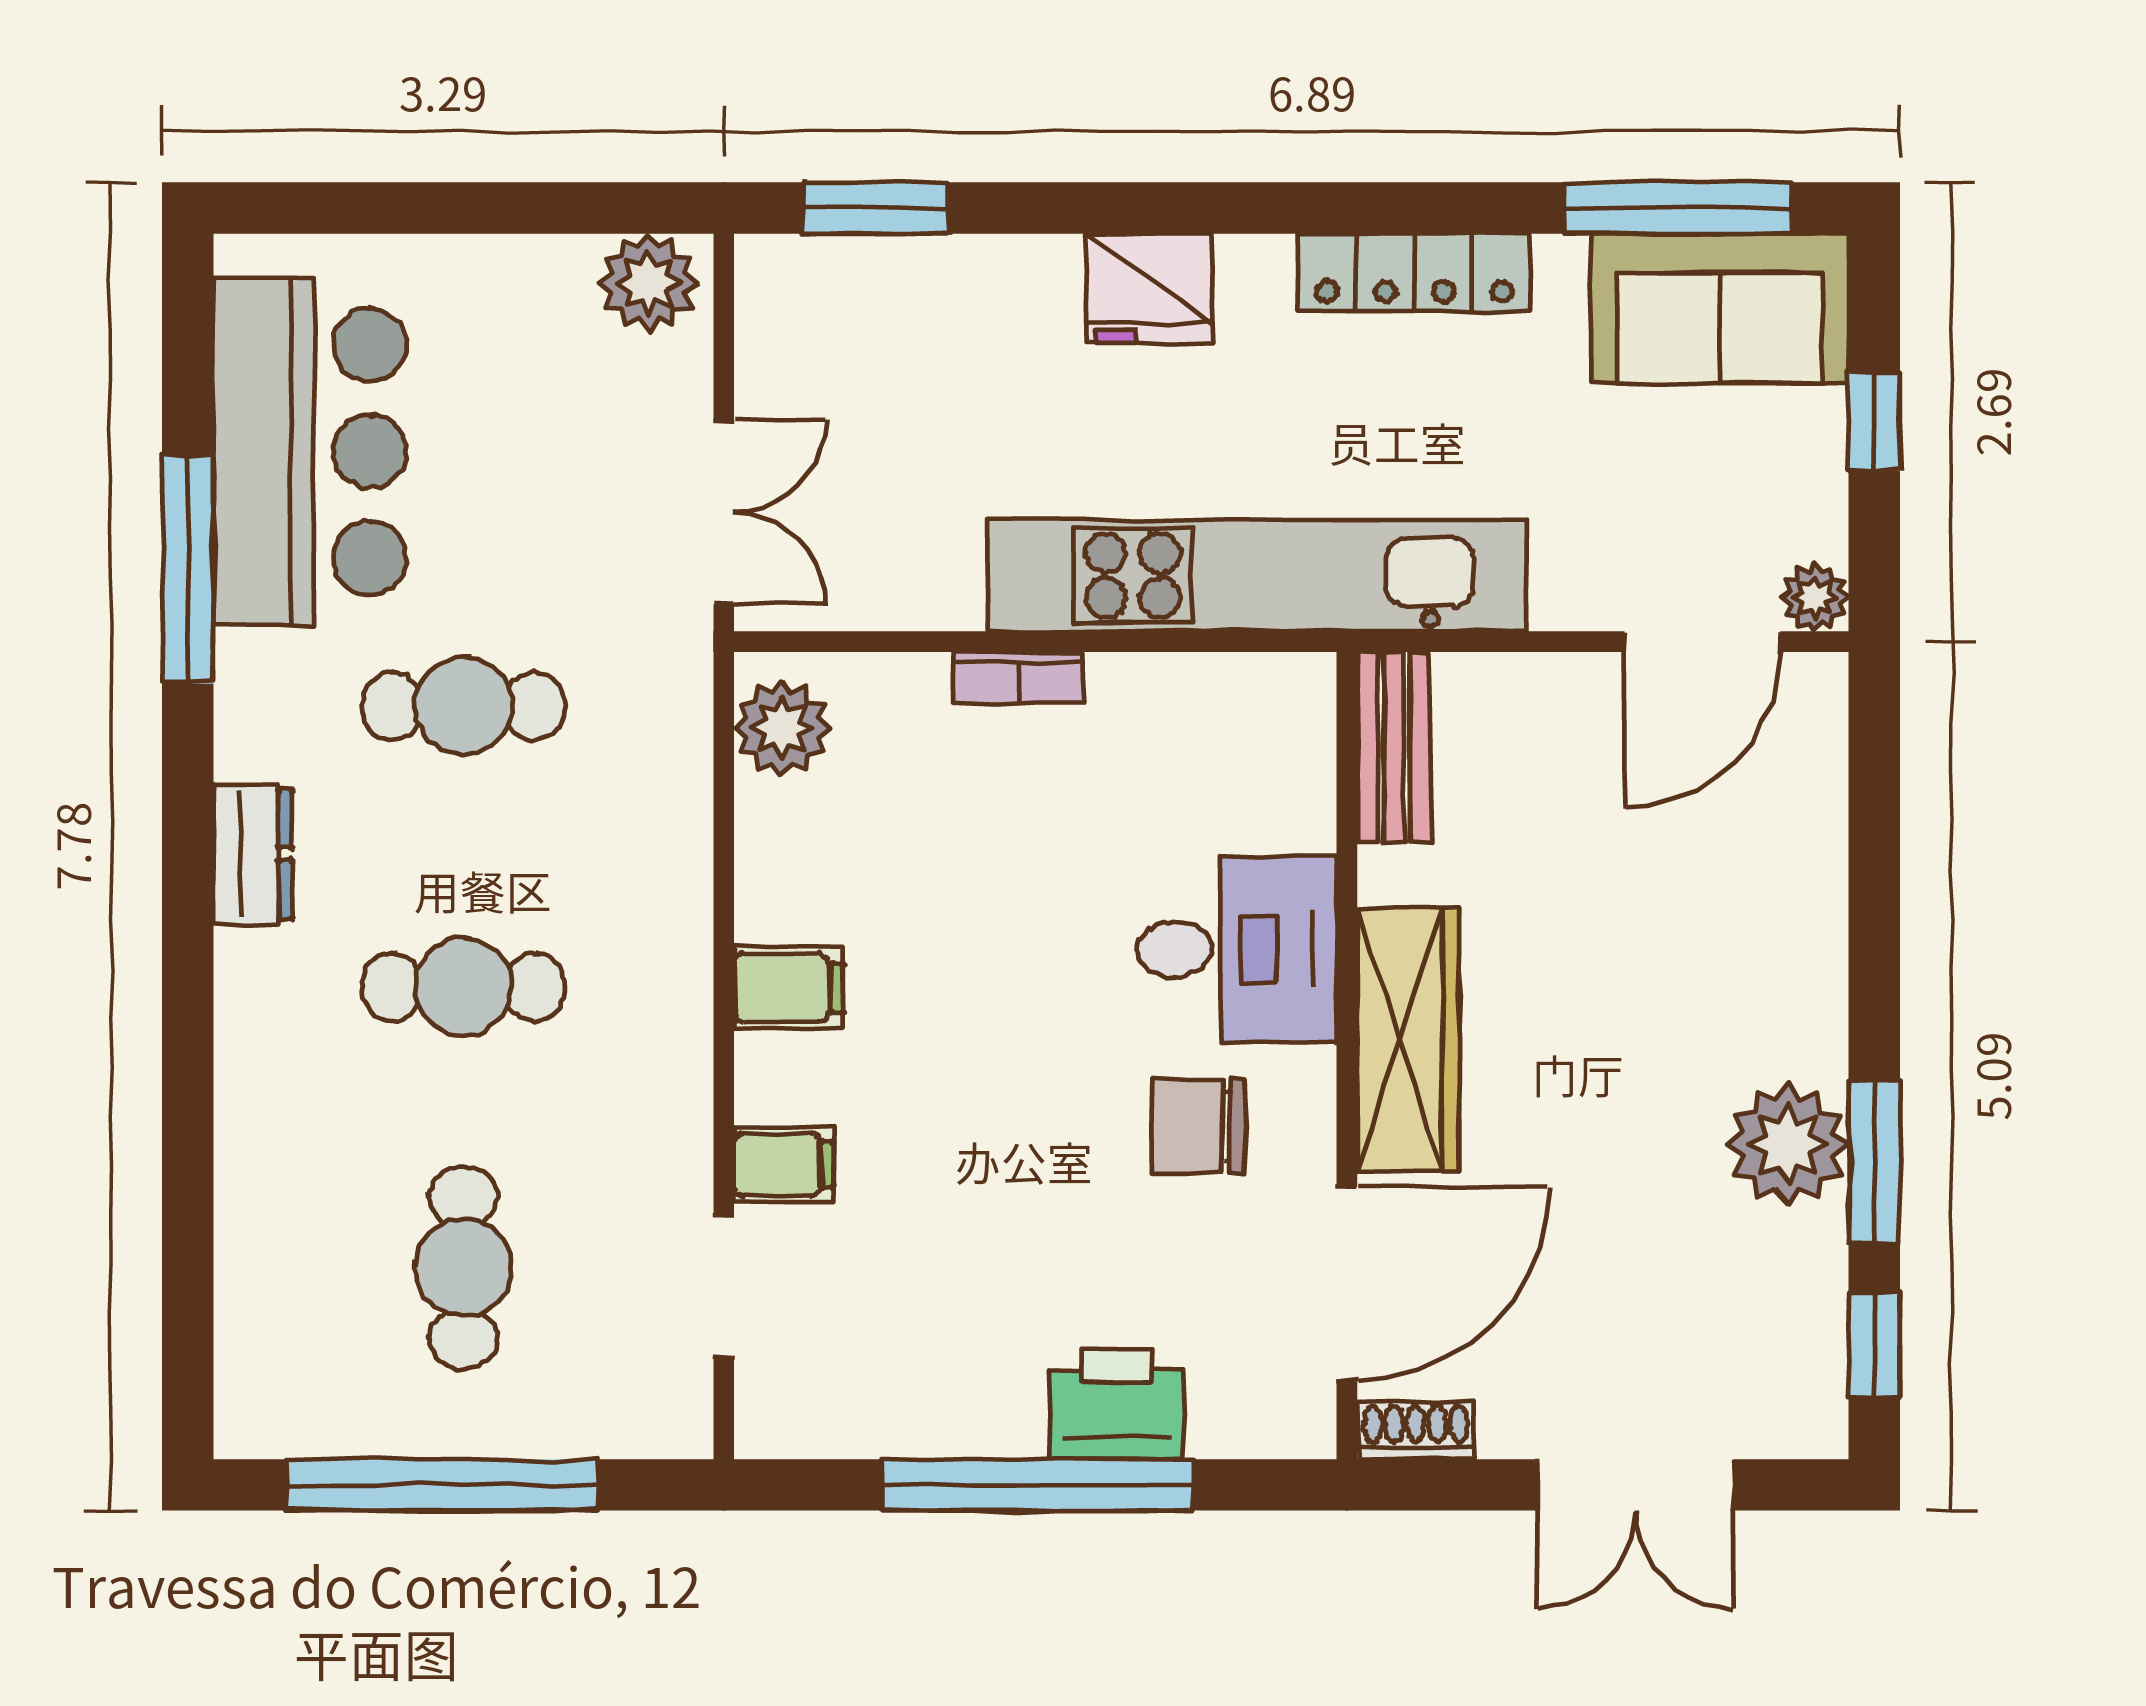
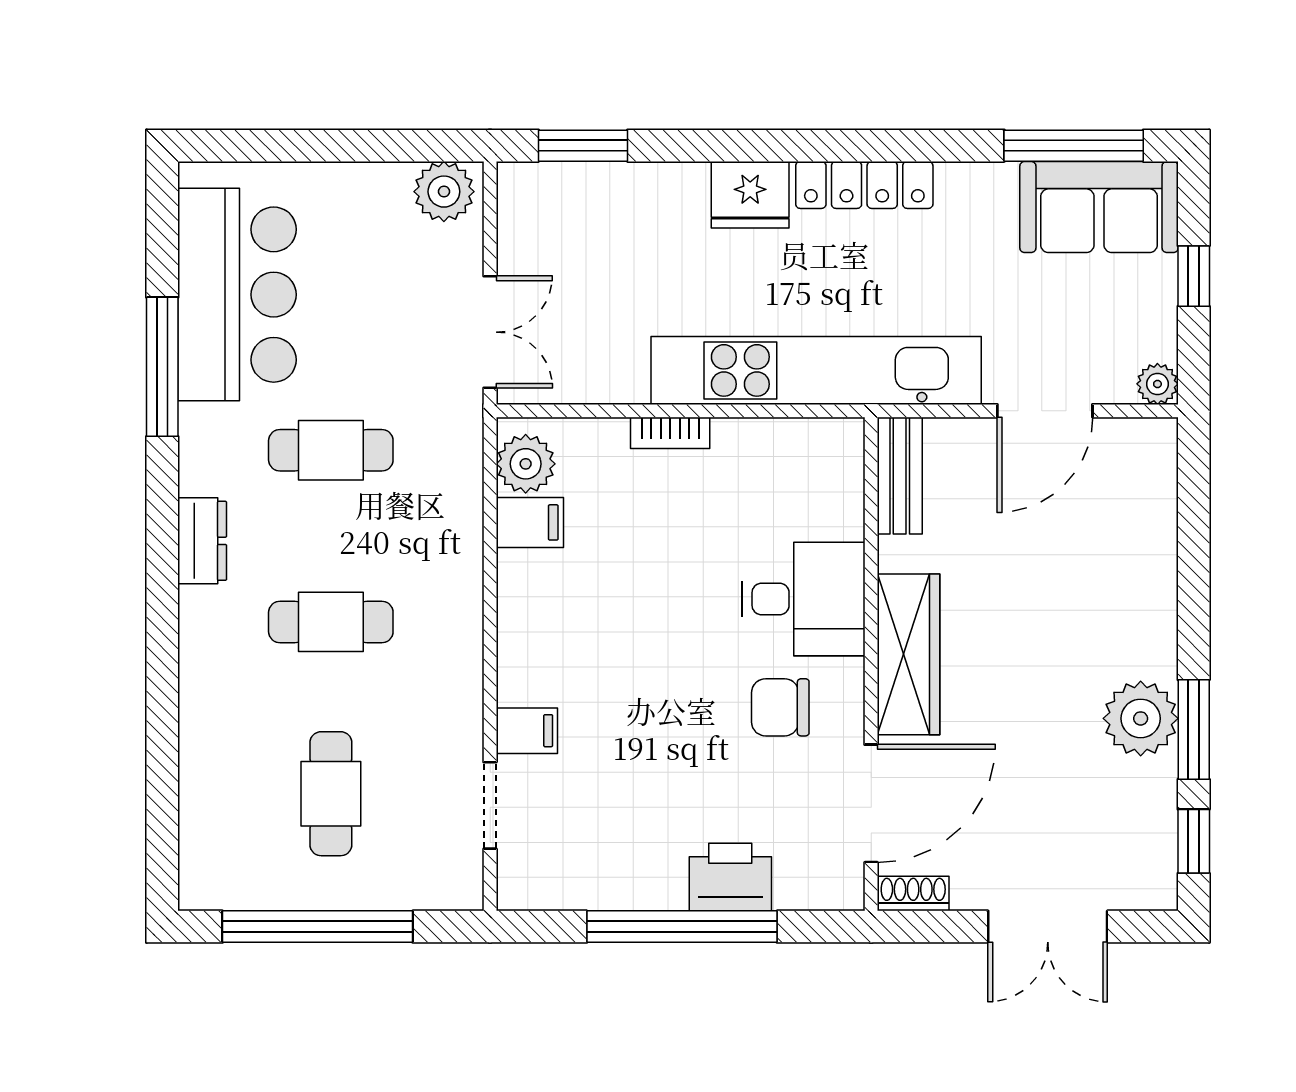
locker: (1414, 272) -> (864, 185), moved
door: (1702, 642) -> (1045, 411), moved
filing cabinet: (789, 988) -> (530, 522), moved

